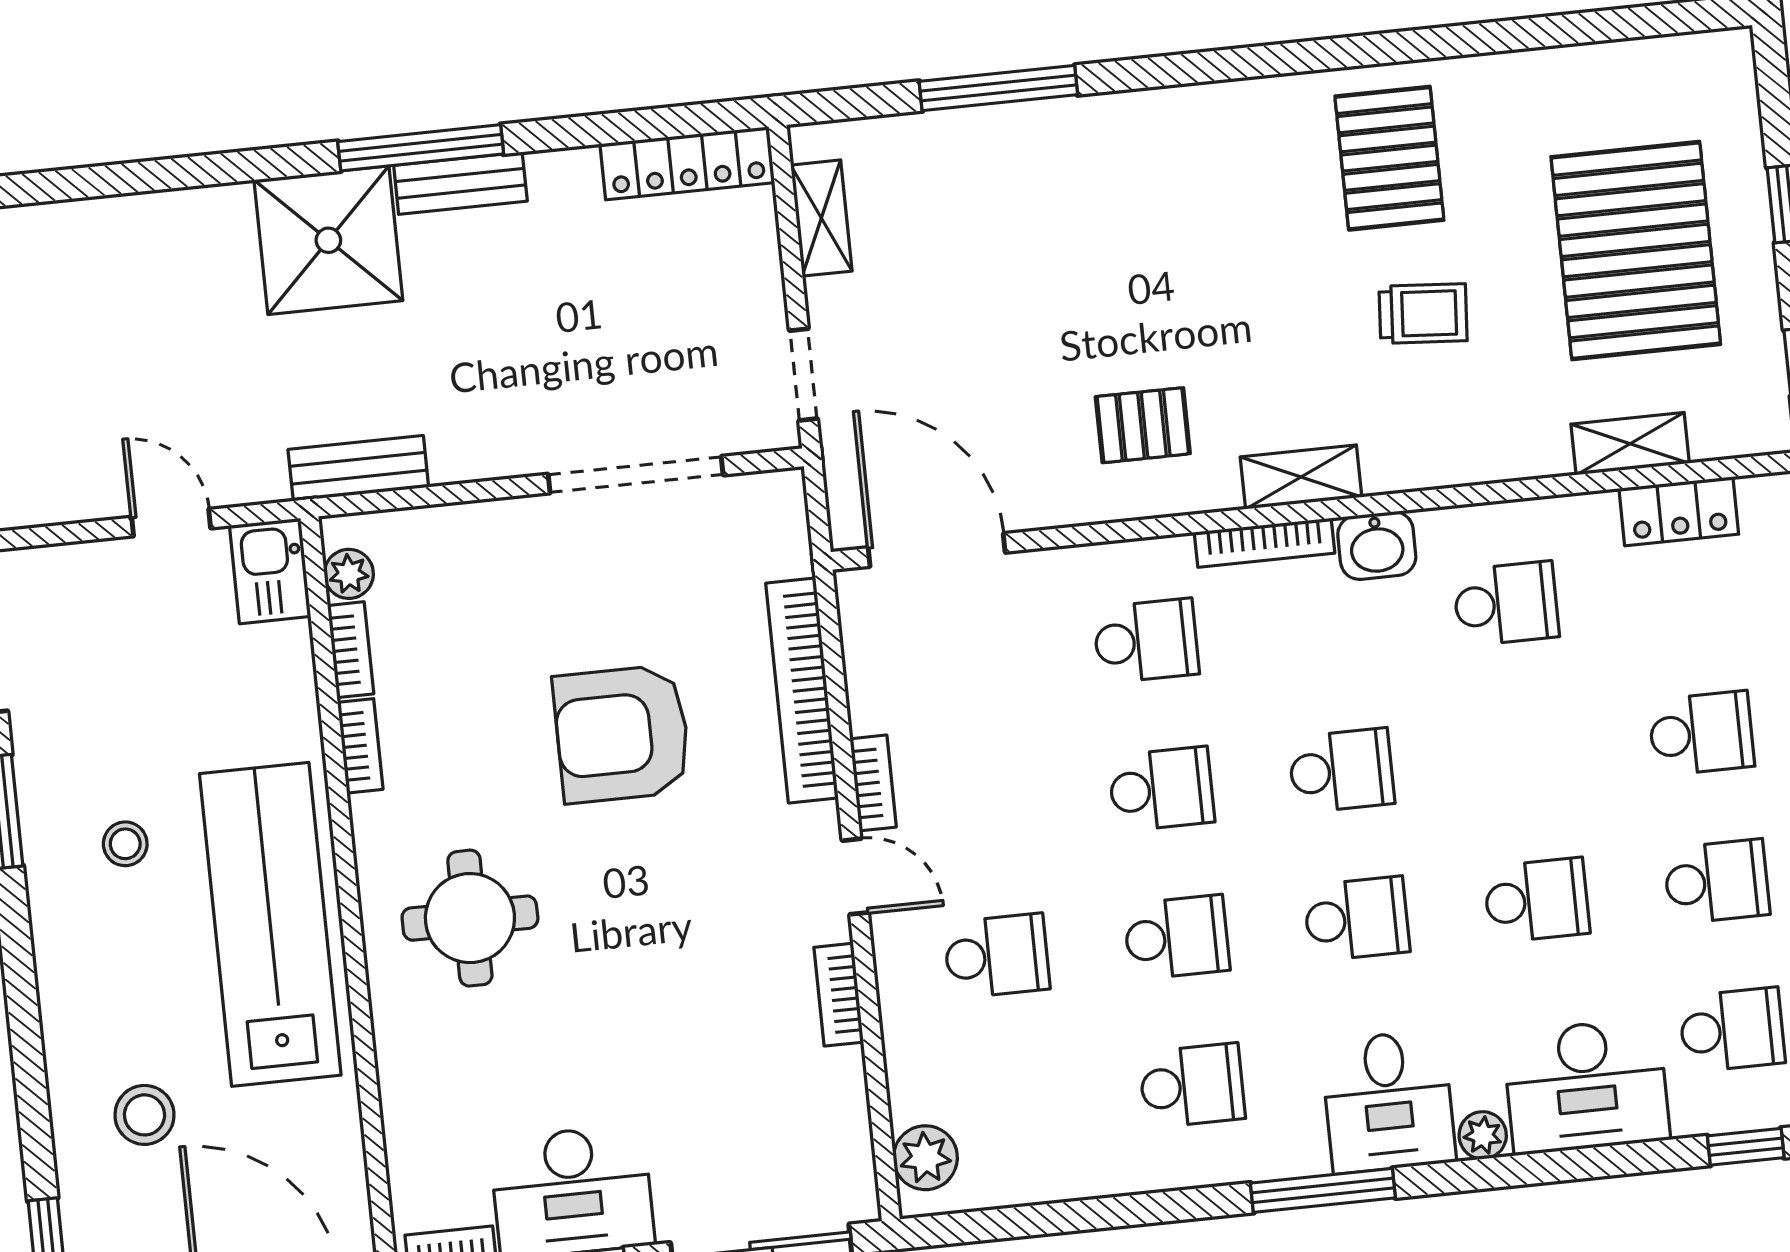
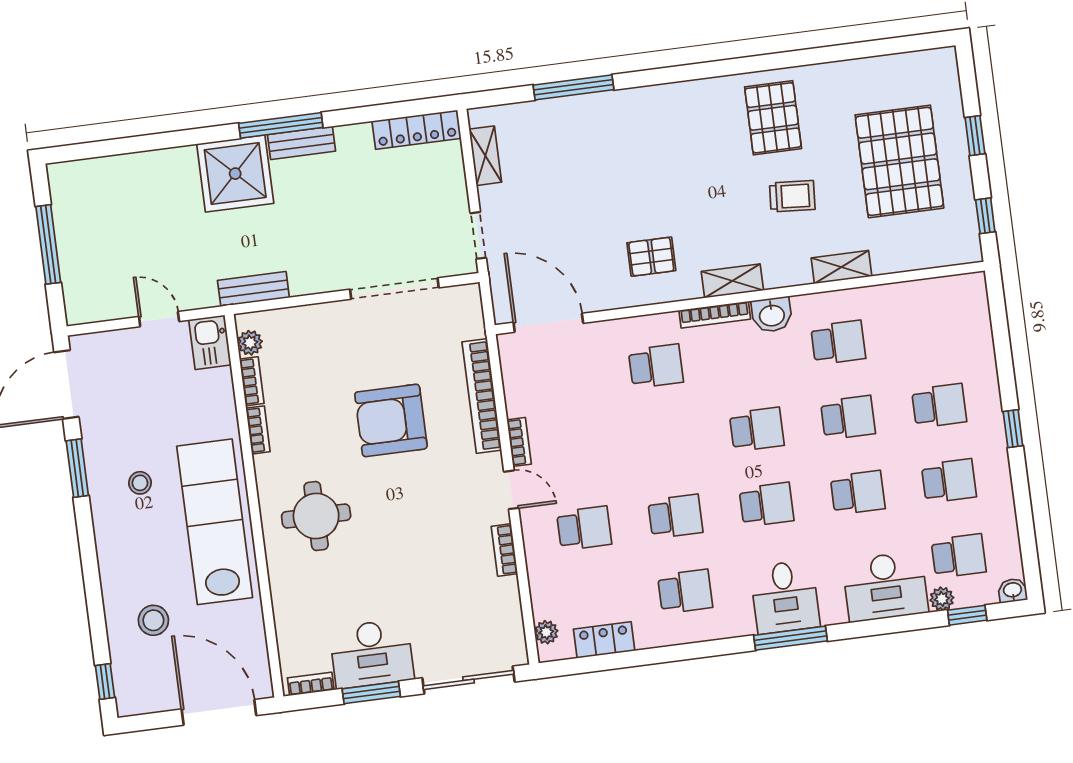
shelving: (1630, 444) -> (841, 267), moved
locker: (1679, 511) -> (604, 640), moved, turned 180
school desk: (1161, 789) -> (848, 418), moved
plant: (1483, 1135) -> (942, 599), moved
plant: (925, 1158) -> (546, 632), width x0.73, depth x0.73
window: (1323, 1190) -> (791, 638), moved

